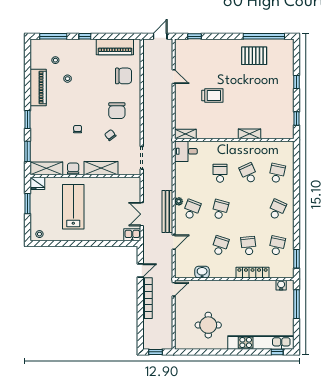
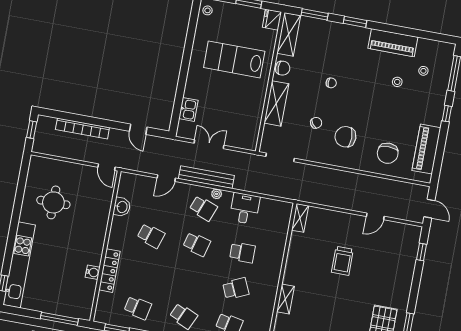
desk: (186, 151) -> (245, 208), moved
lab bench: (73, 207) -> (234, 59), turned 180
kitchen sink: (132, 235) -> (188, 109), moved
door: (174, 242) -> (166, 178), hinge flipped
school desk: (249, 246) -> (144, 272), removed
water cooler: (281, 285) -> (93, 272), moved
bookcase: (148, 298) -> (82, 129), moved

